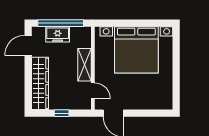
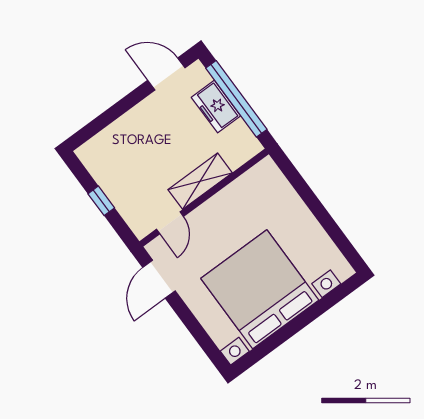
bed with nightstands: (136, 50) -> (260, 289), moved, turned 90
wardrobe: (40, 83) -> (122, 135), removed

